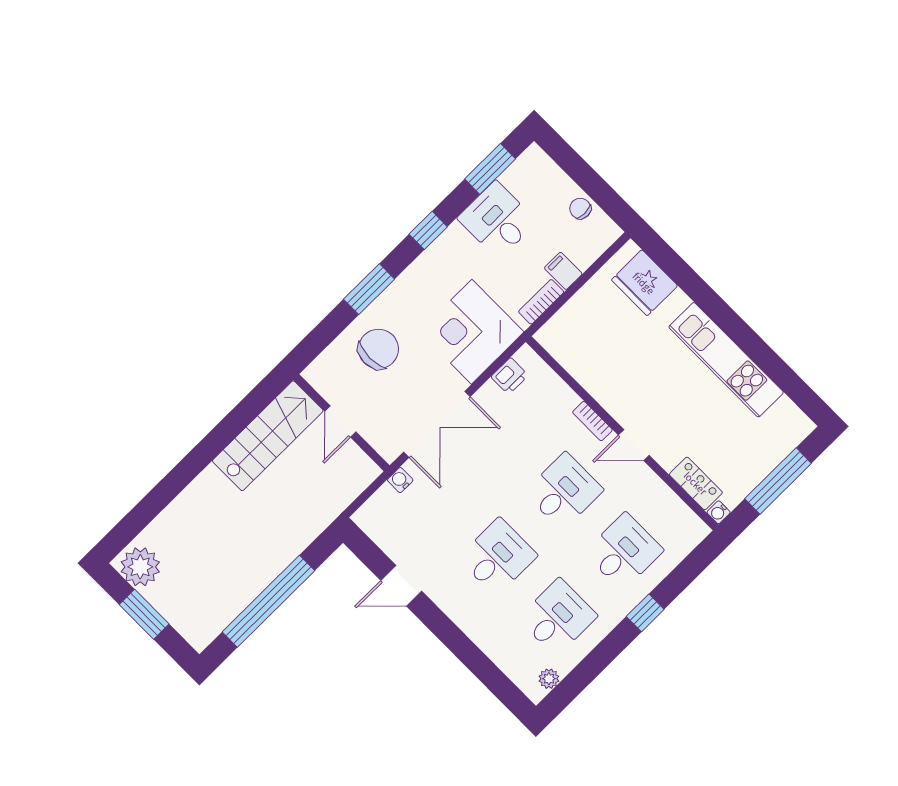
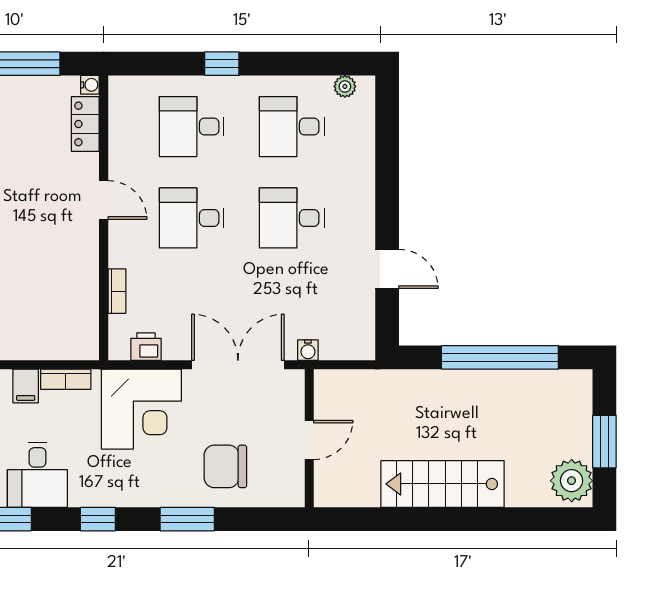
bookcase: (592, 421) -> (117, 291), moved
stairs: (268, 436) -> (443, 484), moved

